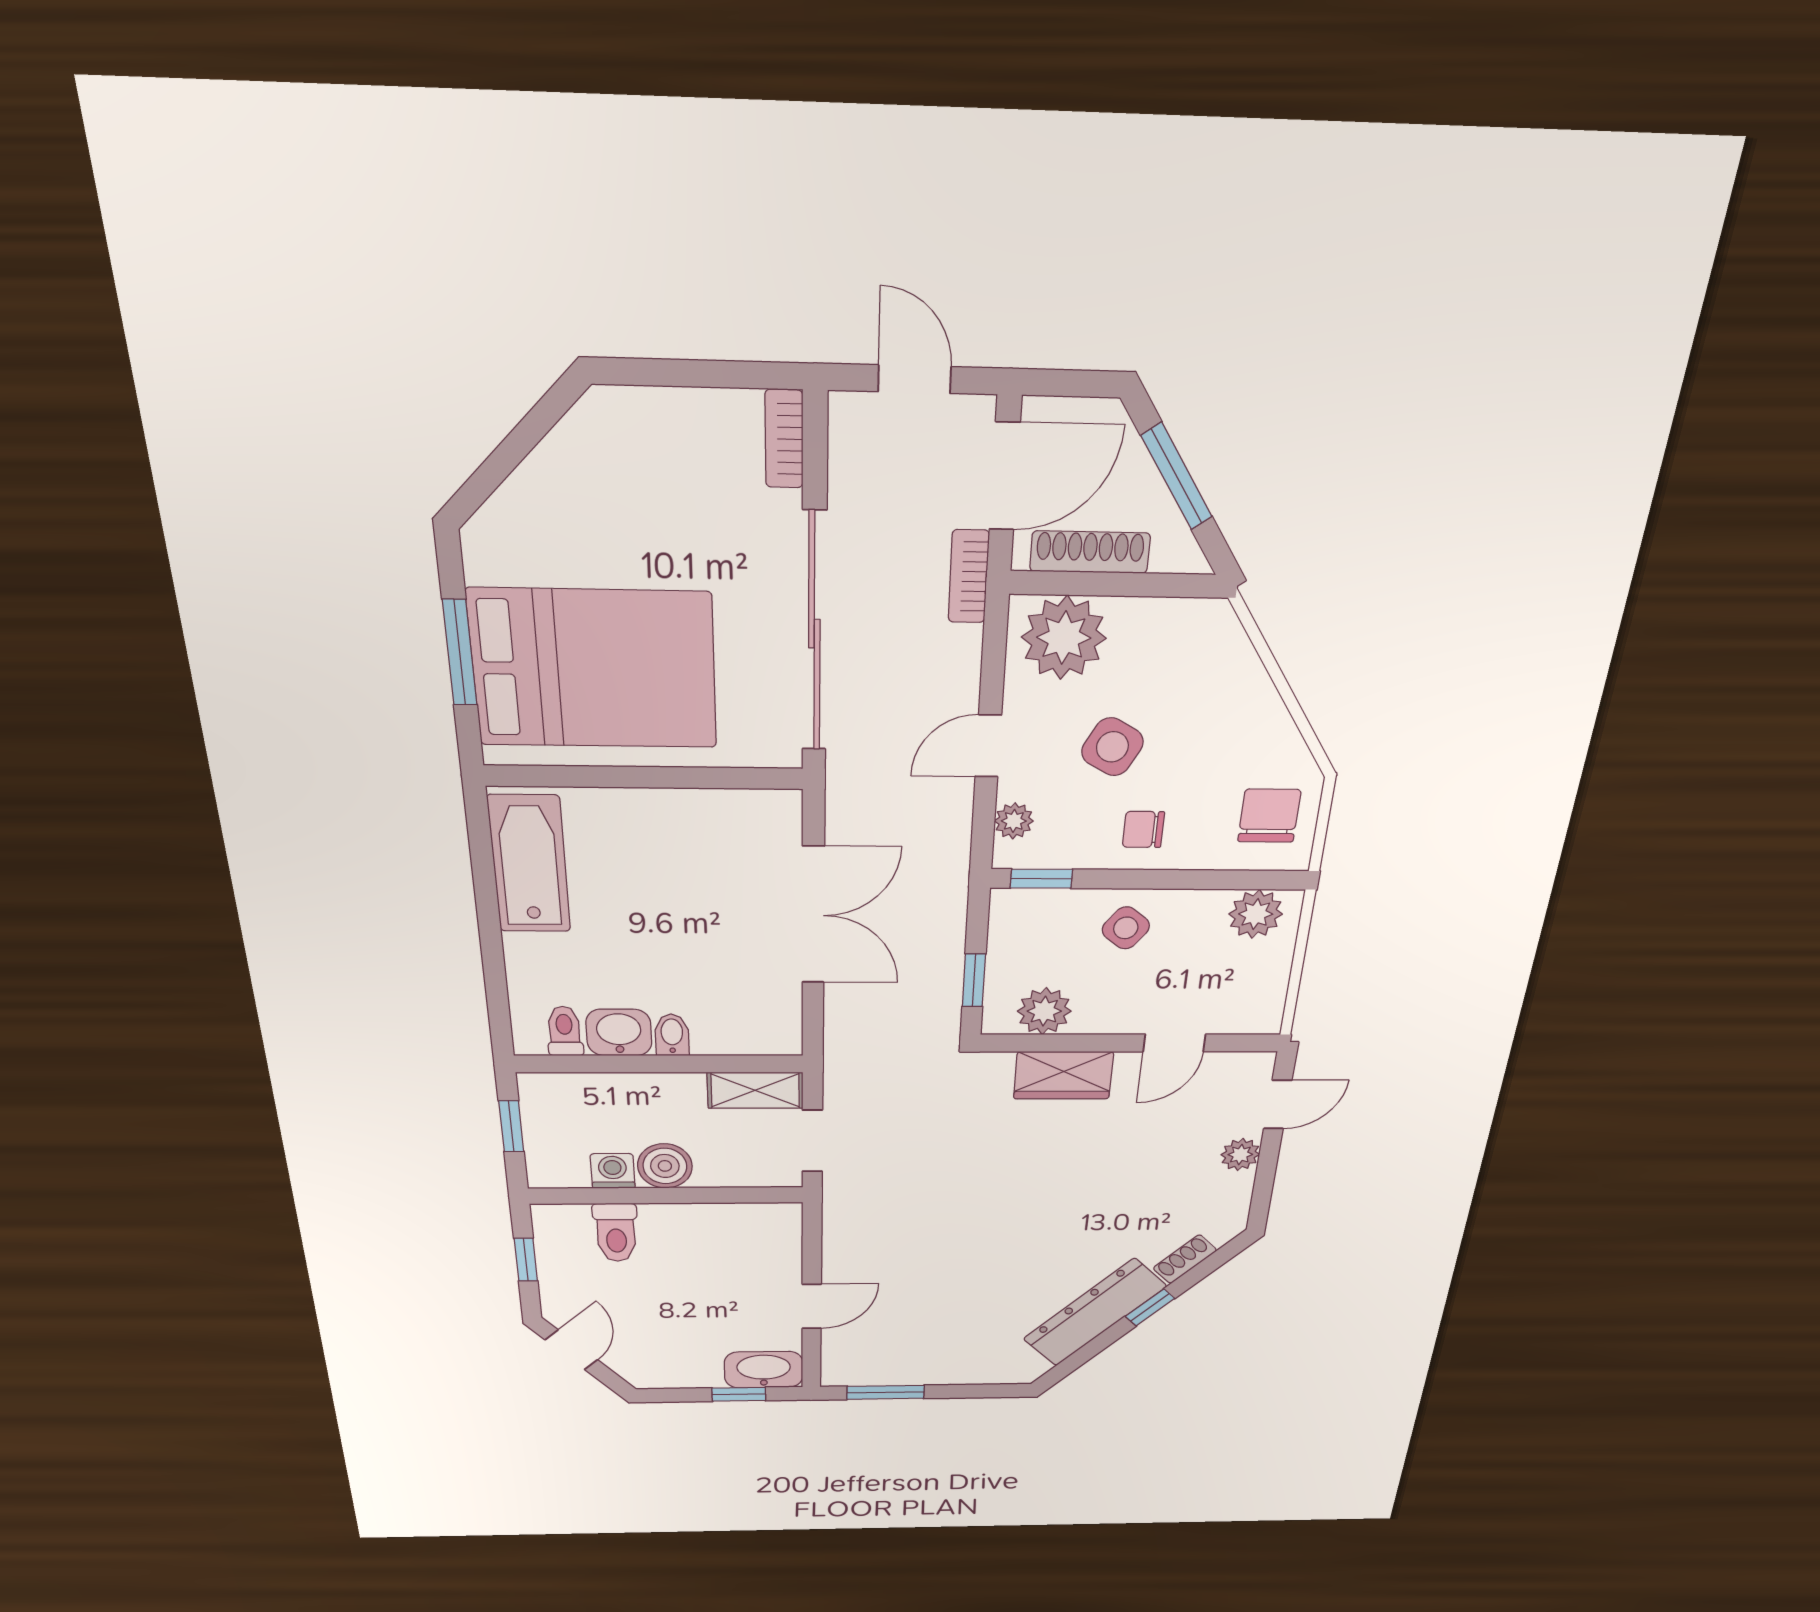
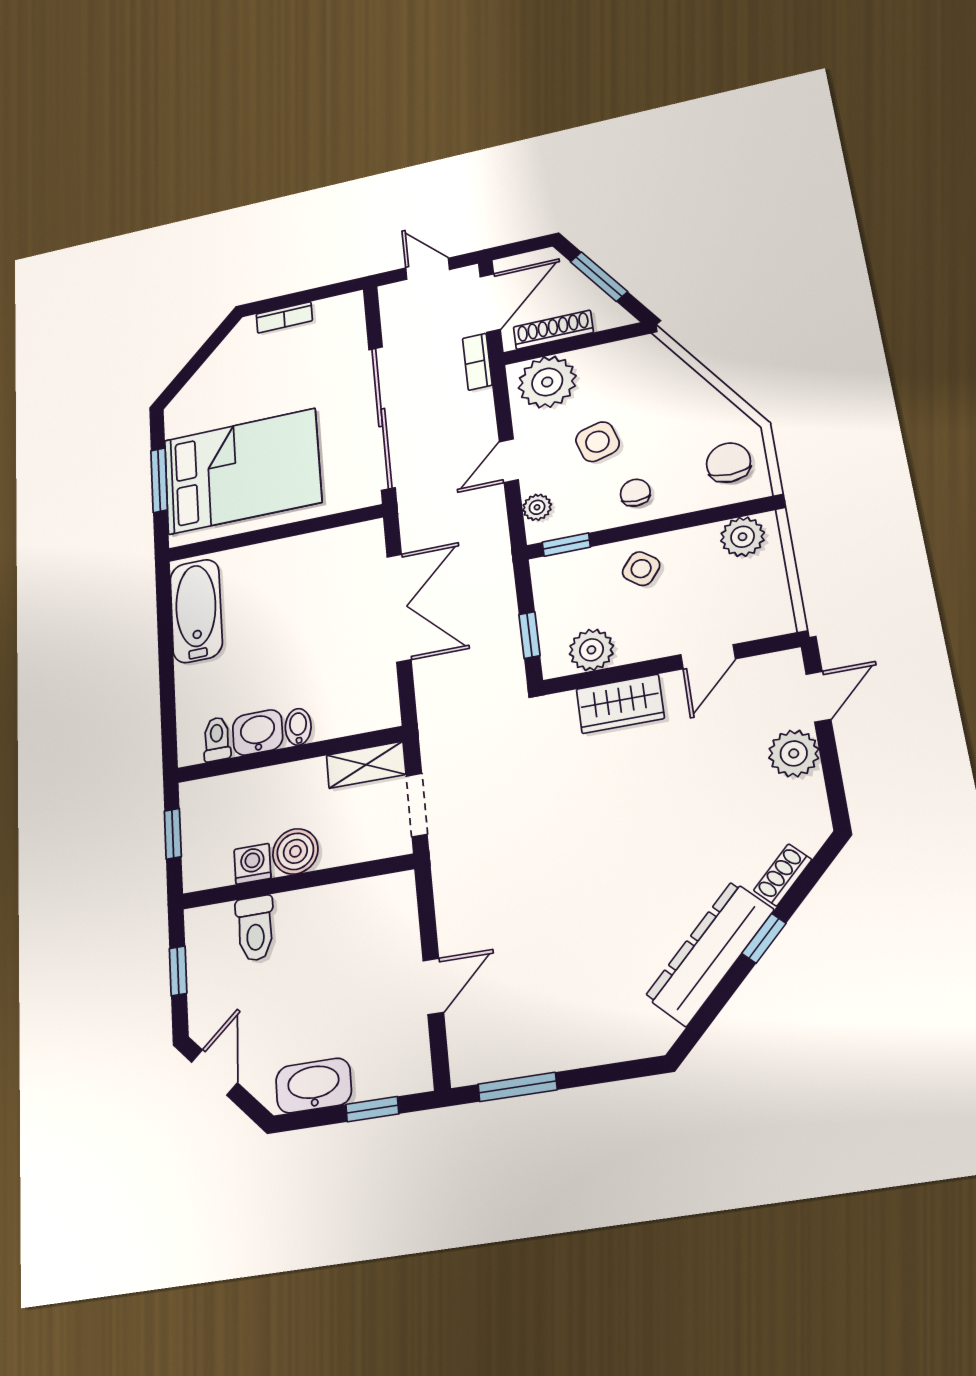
bookcase: (784, 439) -> (284, 317), moved, turned -90
side table: (1112, 747) -> (597, 442), turned 45
chair: (1143, 829) -> (635, 493), turned 90
plant: (1240, 1155) -> (794, 753), width x1.38, depth x1.38
washbasin: (764, 1370) -> (314, 1086), moved

